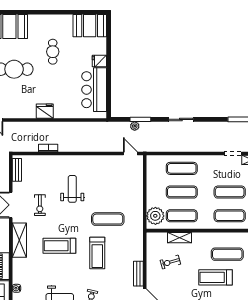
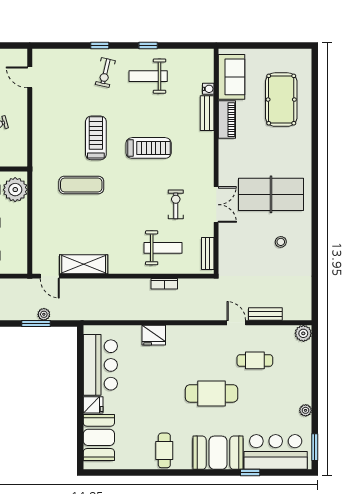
booth: (90, 26) -> (99, 437), moved, turned 90
cafe table: (53, 52) -> (164, 450), moved
fridge: (45, 111) -> (154, 335), moved
weight bench: (72, 189) -> (163, 248), moved, turned -90
shelving: (19, 240) -> (84, 264), moved, turned 90
bench: (138, 274) -> (207, 113), moved

